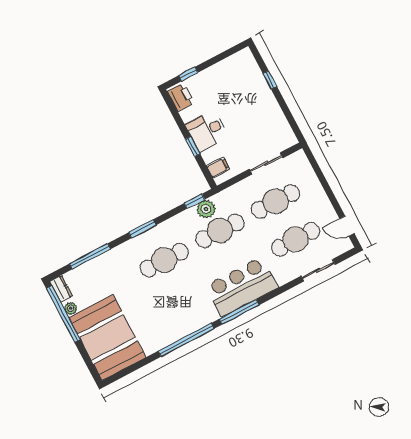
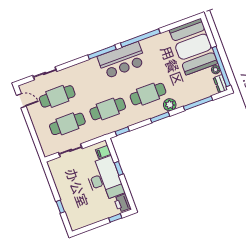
desk: (207, 131) -> (104, 179), width x1.87, depth x1.30
plant: (206, 209) -> (170, 105), moved
bar counter: (242, 287) -> (122, 60), moved

